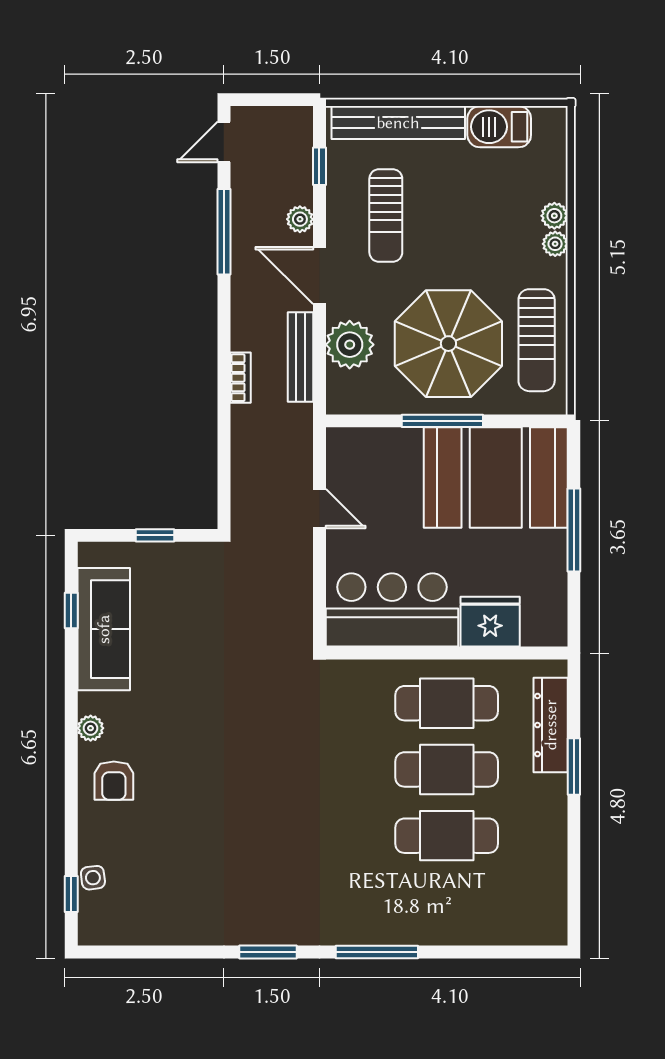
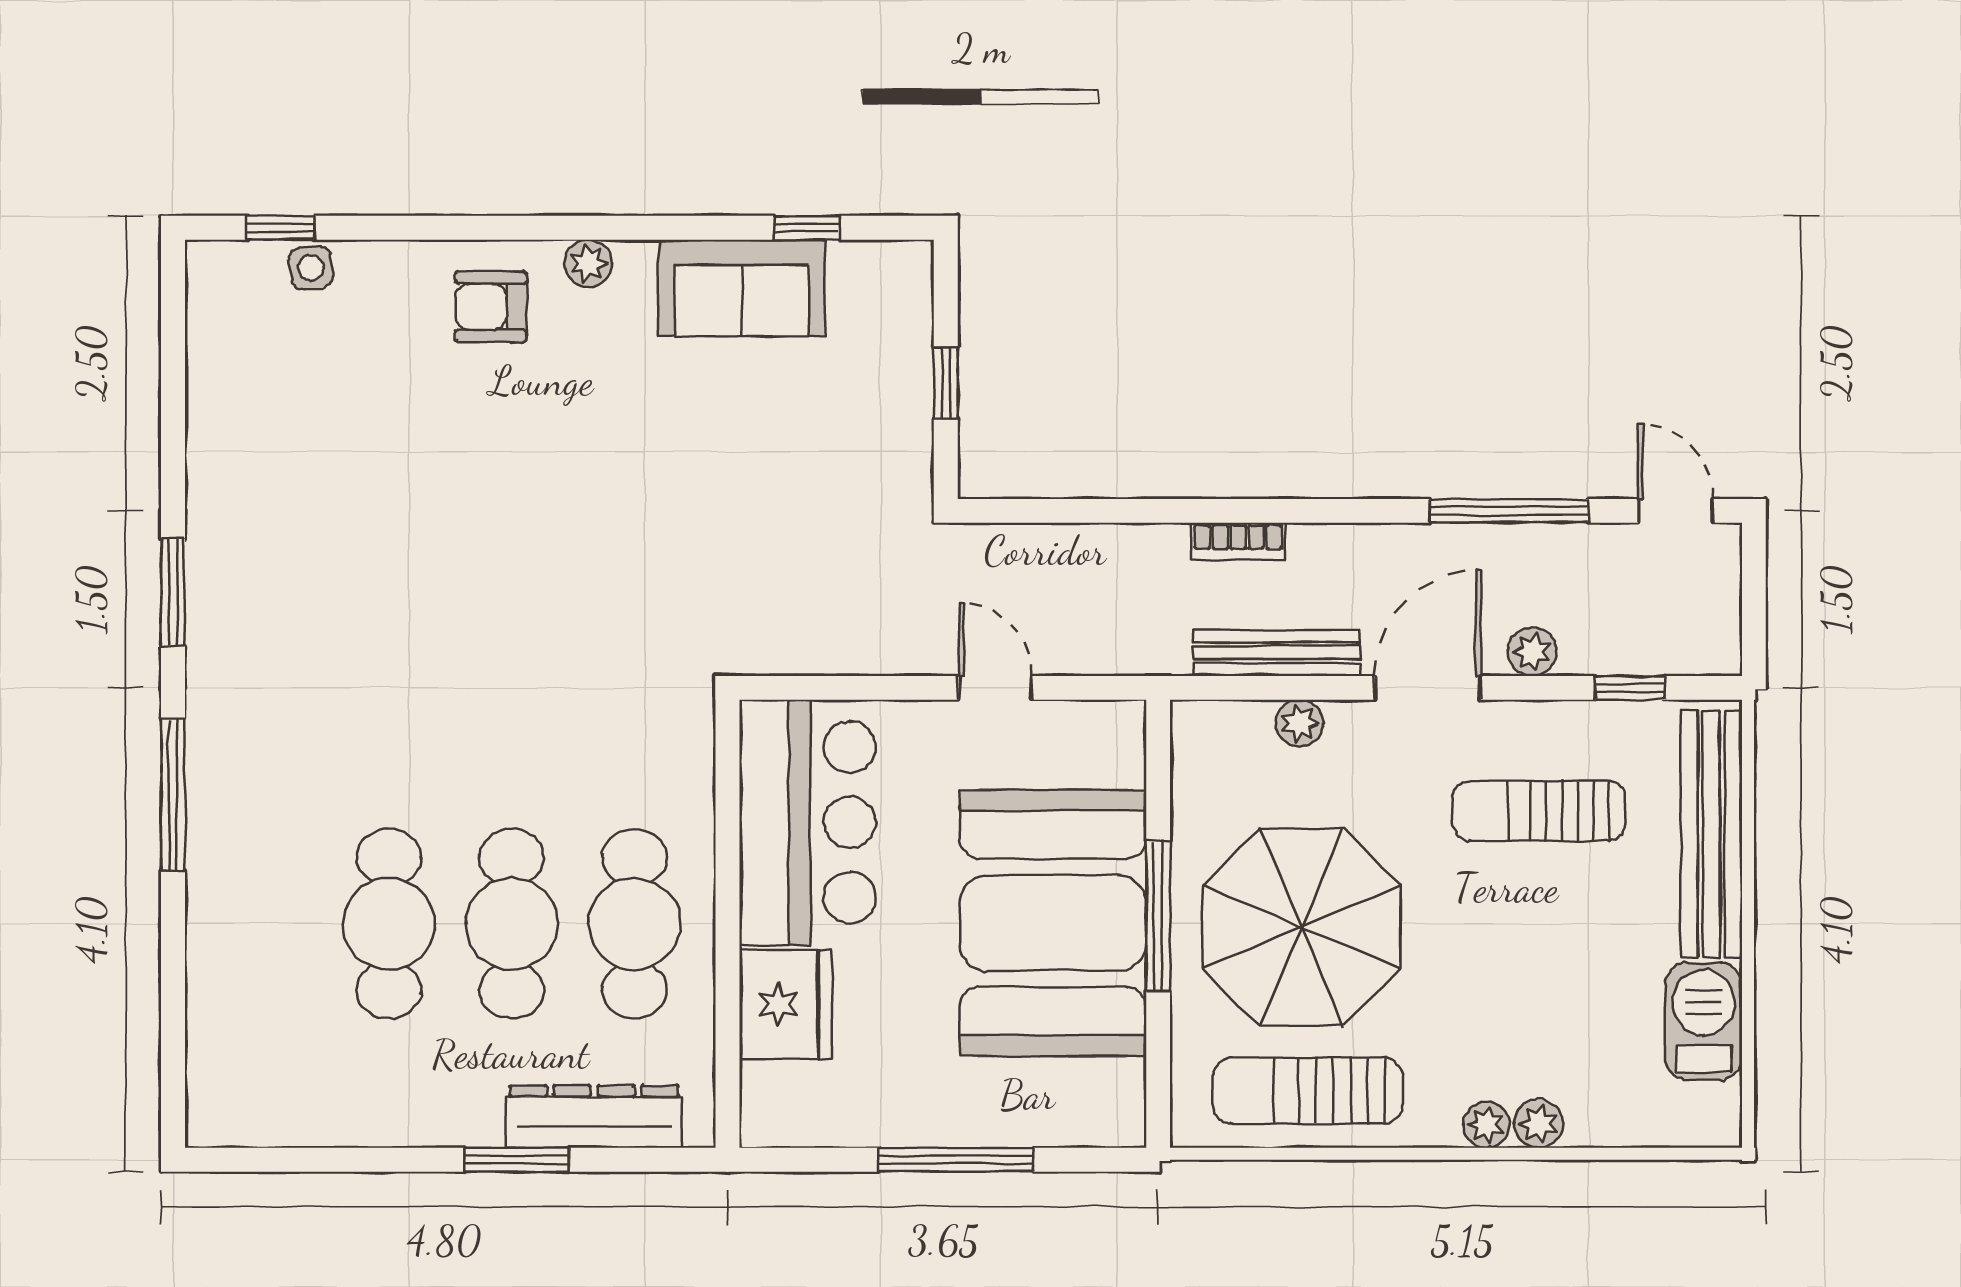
plant: (350, 345) -> (1300, 723), width x0.53, depth x0.53
booth: (496, 478) -> (1053, 923), moved
door: (319, 509) -> (995, 688), swing flipped
sofa: (104, 629) -> (742, 288), width x0.73

